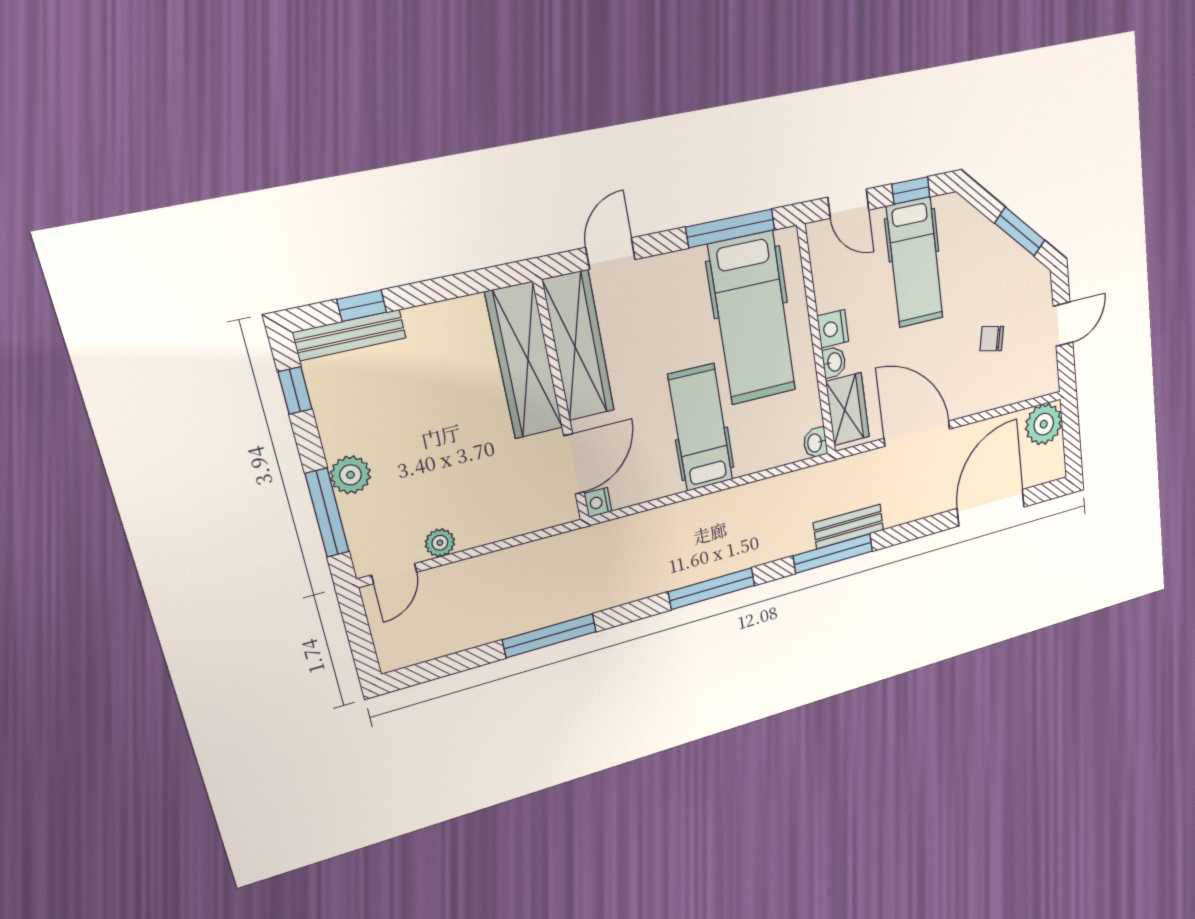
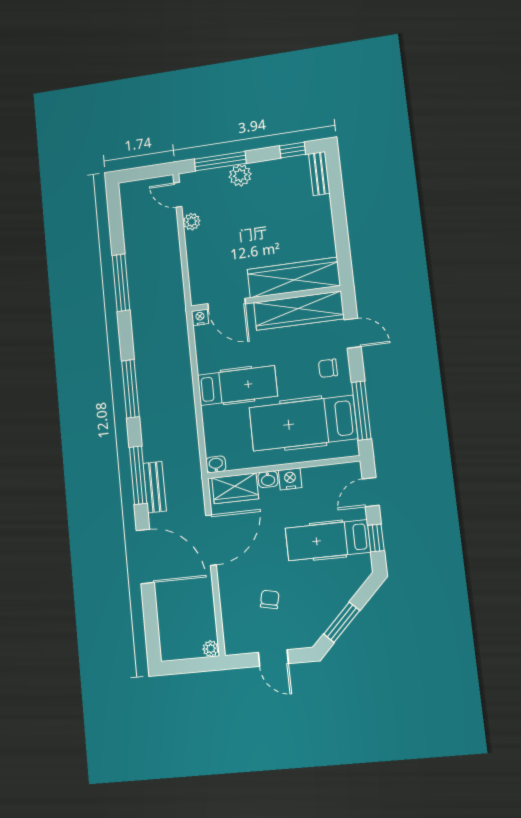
chair: (668, 288) -> (328, 368), added
window: (362, 306) -> (336, 189), removed
bench: (350, 335) -> (319, 174), width x0.73
plant: (1044, 424) -> (211, 649), width x0.53, depth x0.53
door: (991, 508) -> (145, 556), moved

